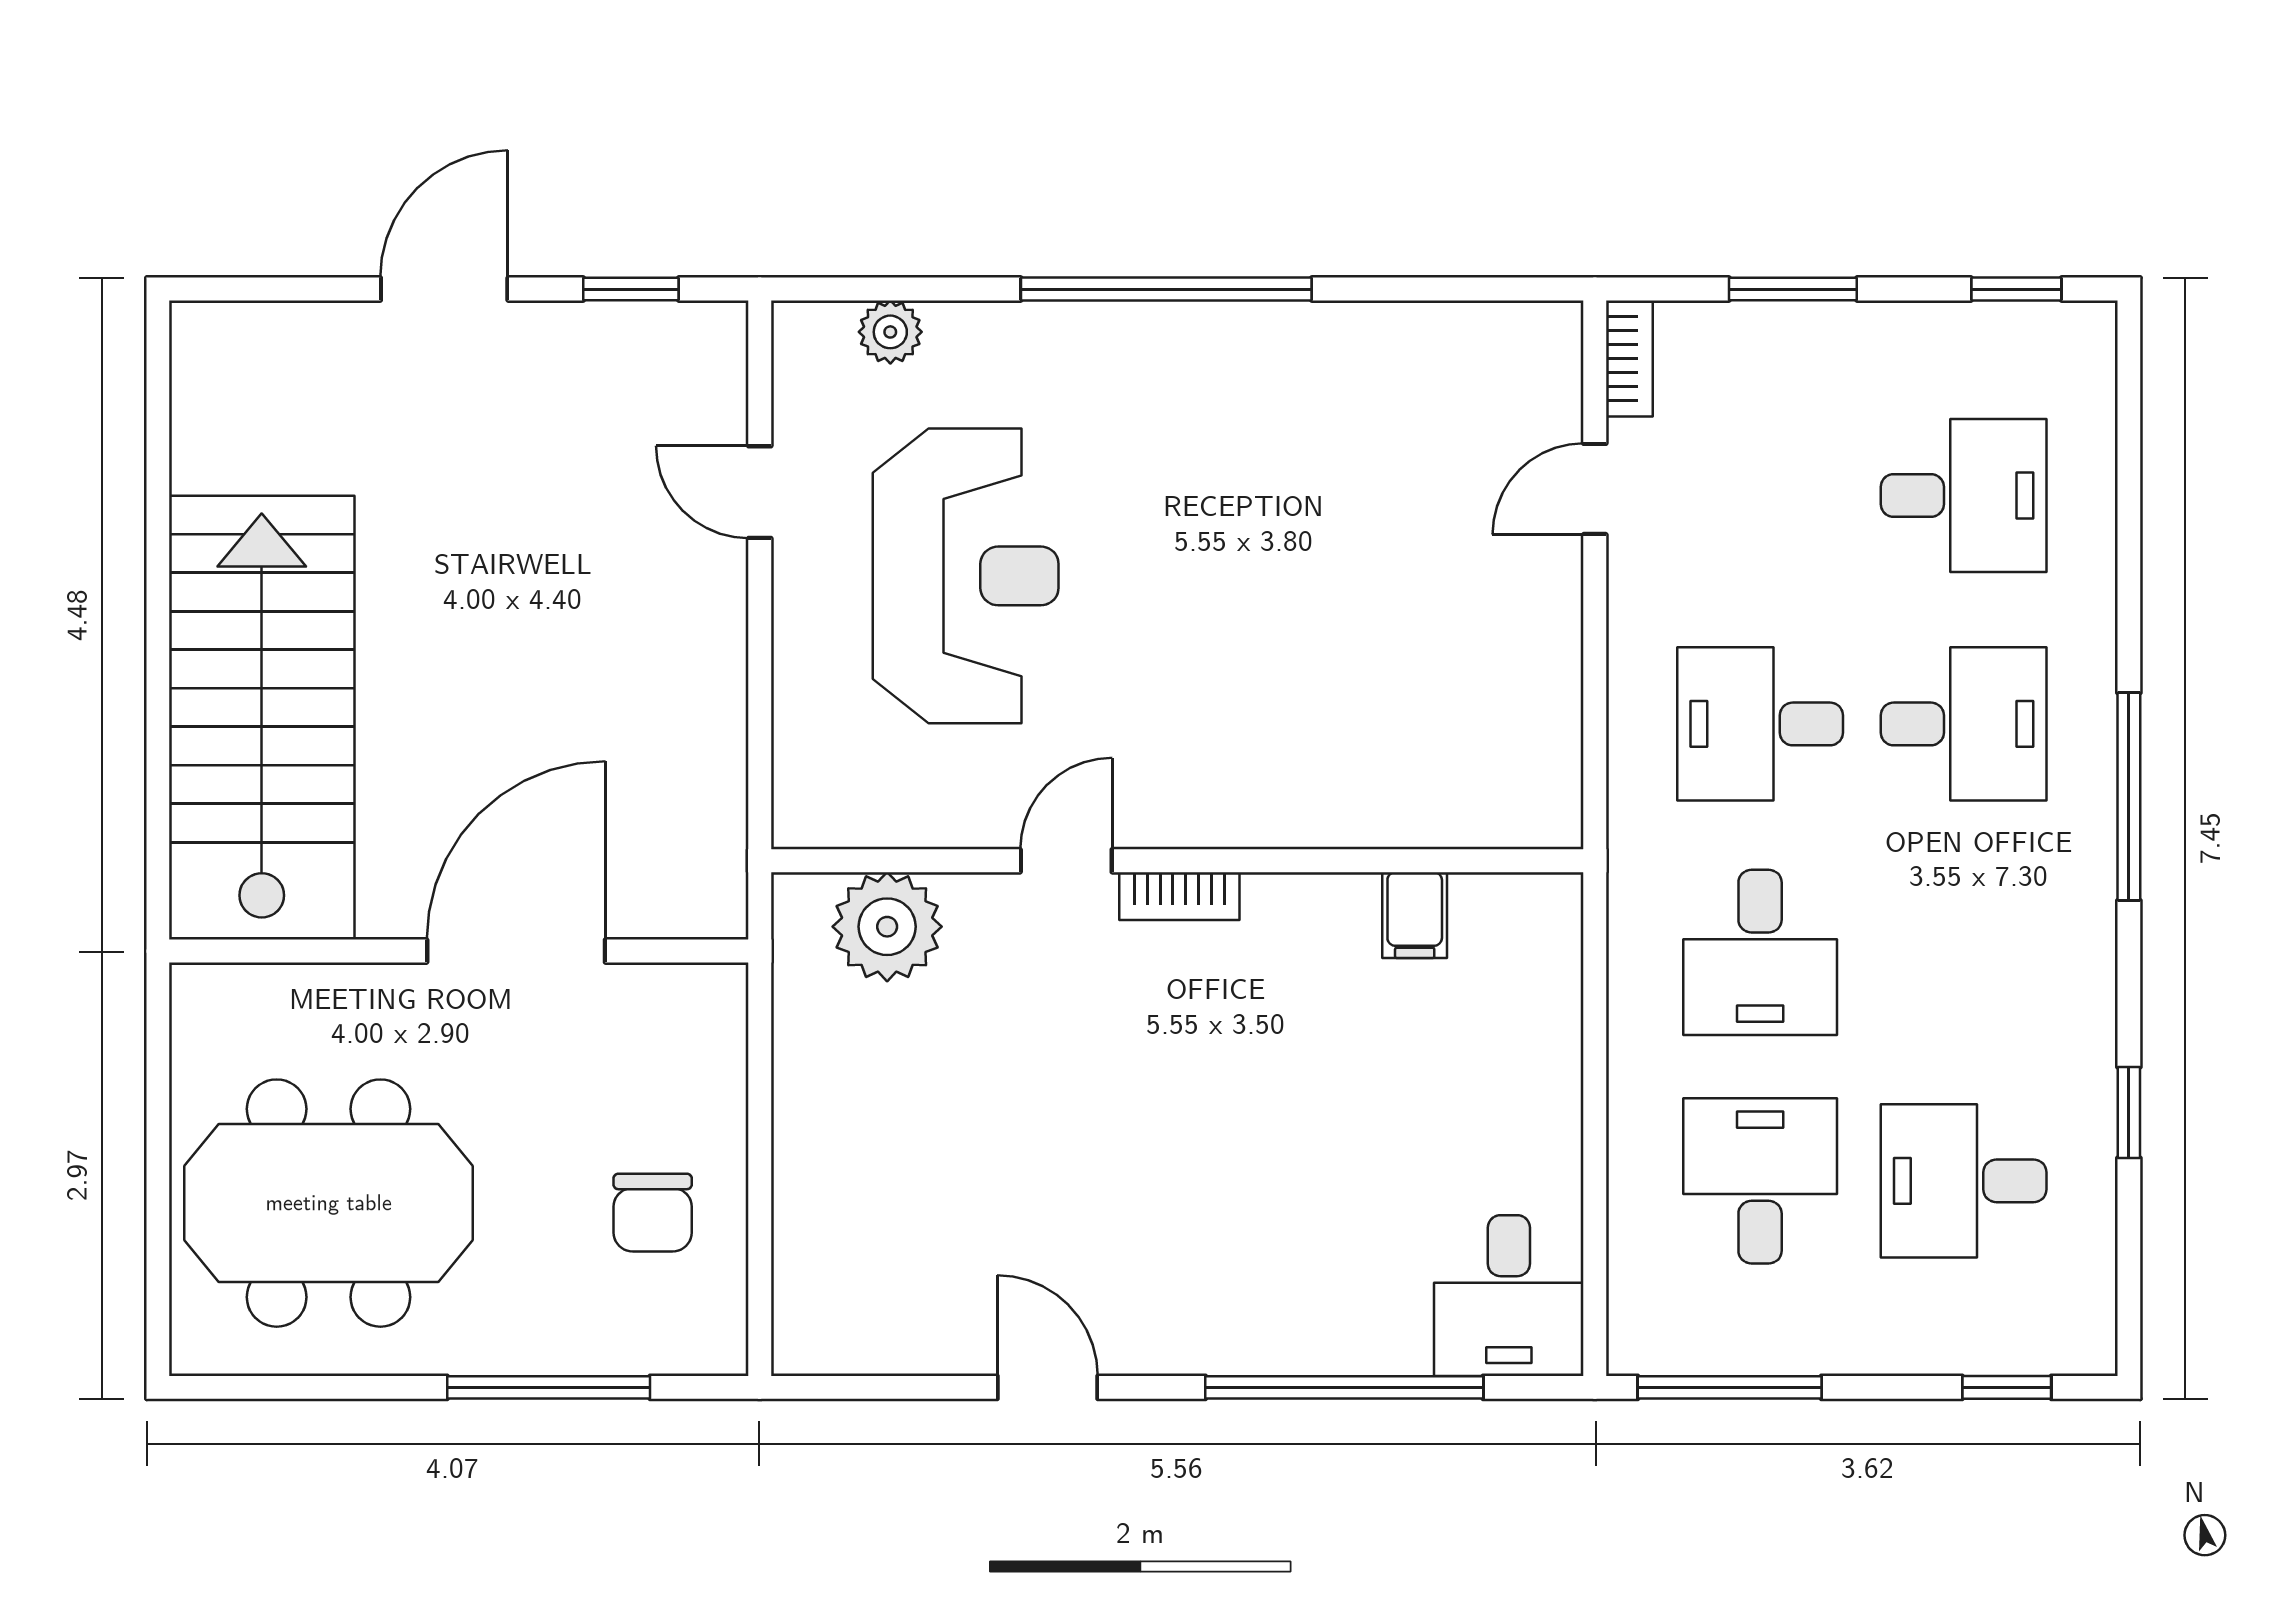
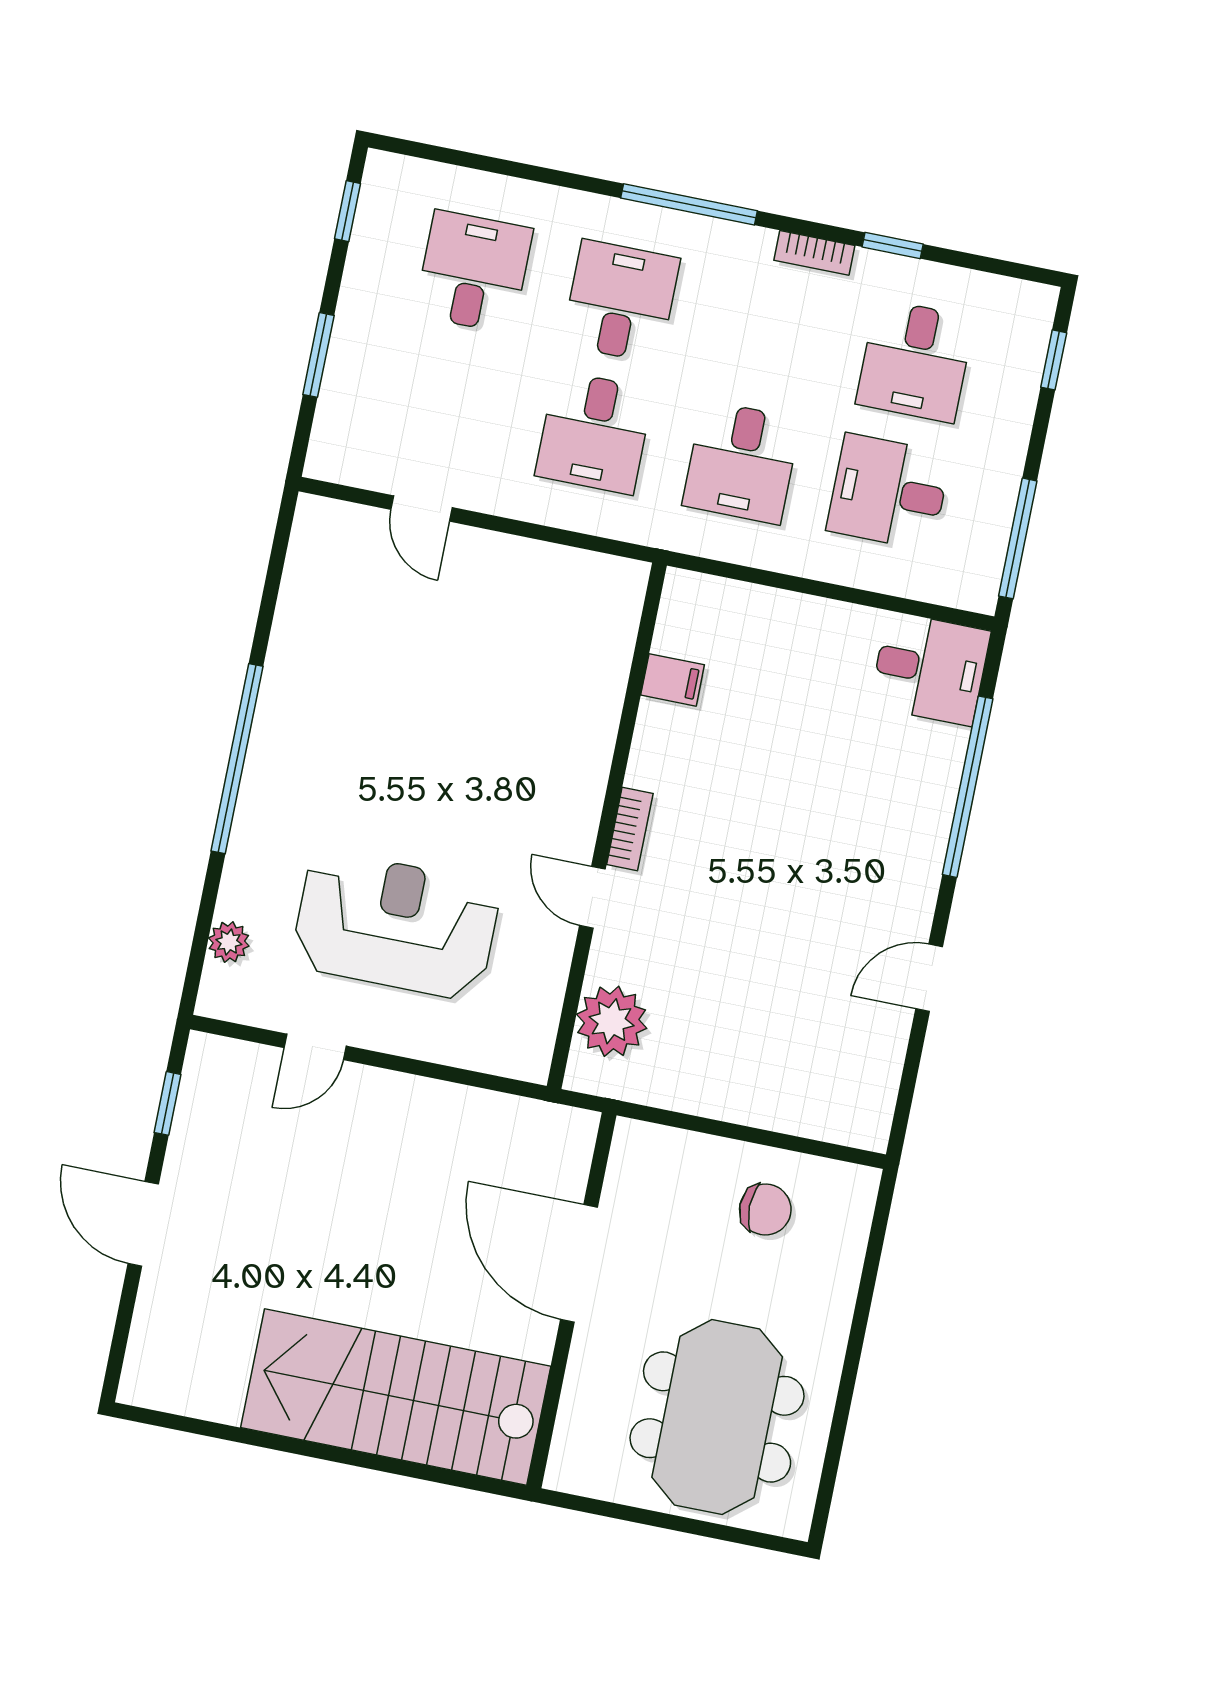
bookcase: (1629, 358) -> (814, 253), moved, turned 180
desk: (1760, 952) -> (742, 462), turned 90
window: (549, 1387) -> (864, 1299), removed

